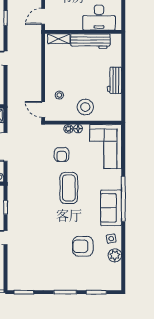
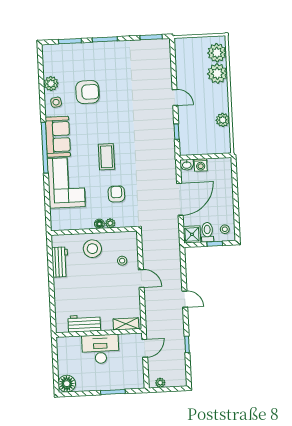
desk: (99, 18) -> (100, 349), moved
workbench: (90, 41) -> (84, 323), width x0.73
workbench: (115, 80) -> (60, 262), moved
door: (43, 109) -> (141, 278), moved
corner sofa: (106, 147) -> (66, 183), moved
coffee table: (69, 188) -> (106, 157), width x0.73, depth x0.76

